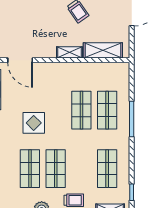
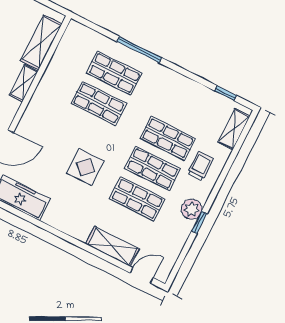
shop shelf: (107, 169) -> (168, 138), moved

